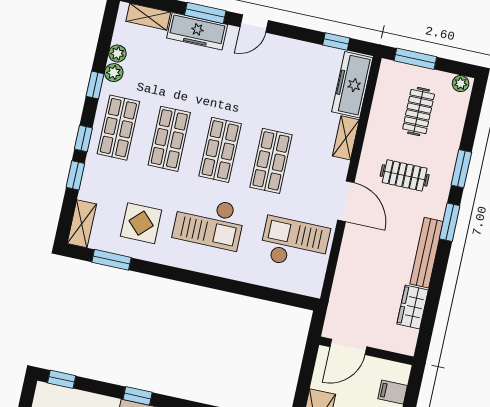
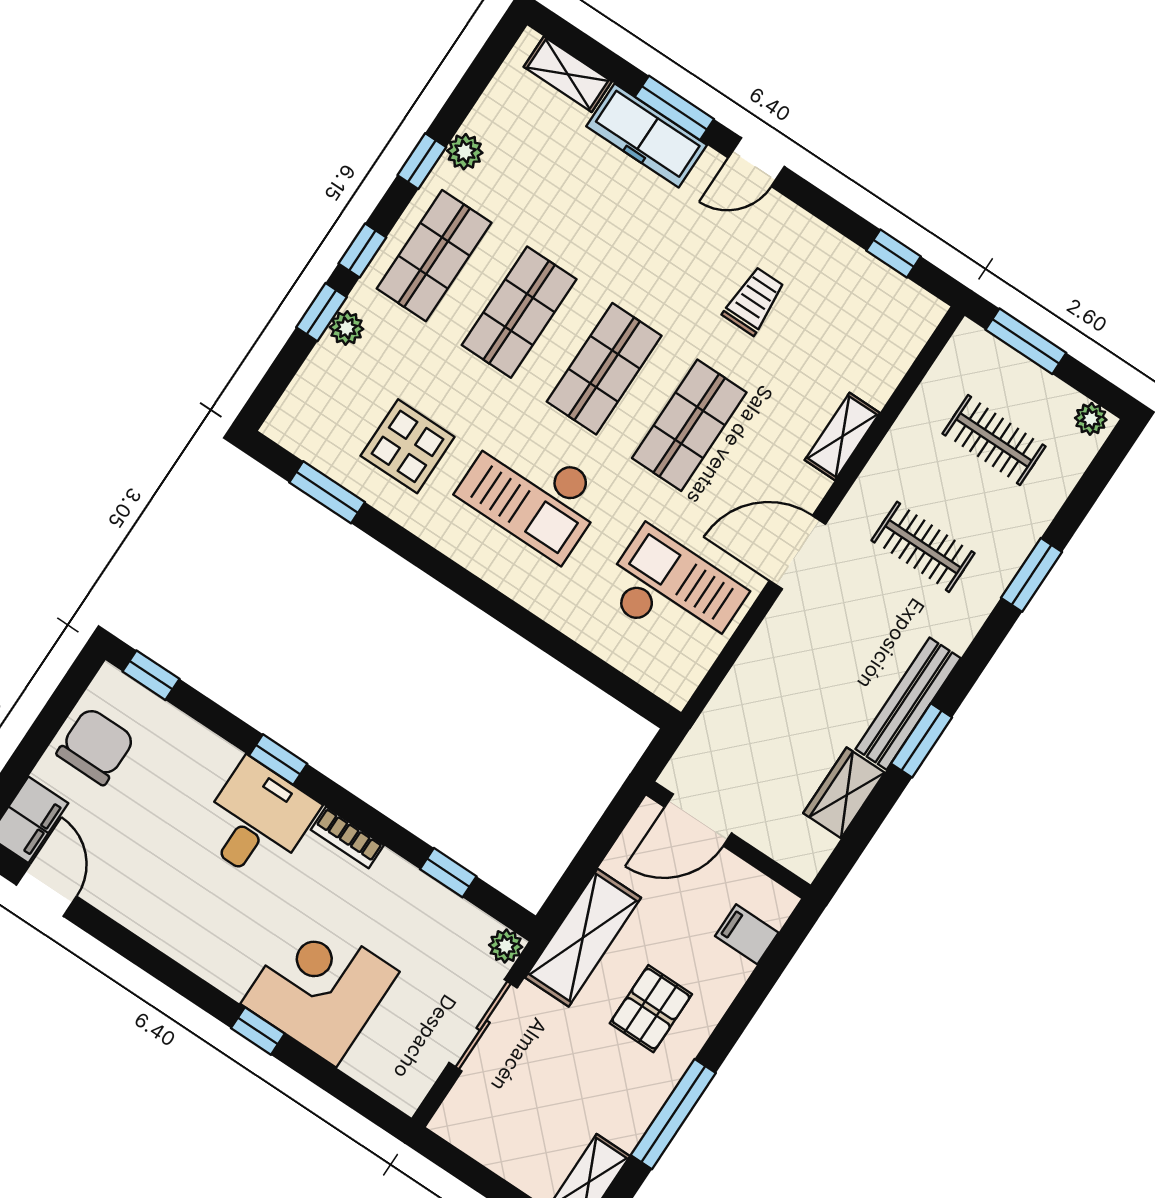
plant: (117, 53) -> (346, 328), moved
freezer: (352, 85) -> (892, 344), removed
trolley: (279, 90) -> (754, 301), added
clothes rail: (419, 112) -> (994, 440), turned 90
door: (346, 201) -> (797, 552), swing flipped
window: (450, 222) -> (922, 740), moved
shelving: (82, 224) -> (299, 405), removed

